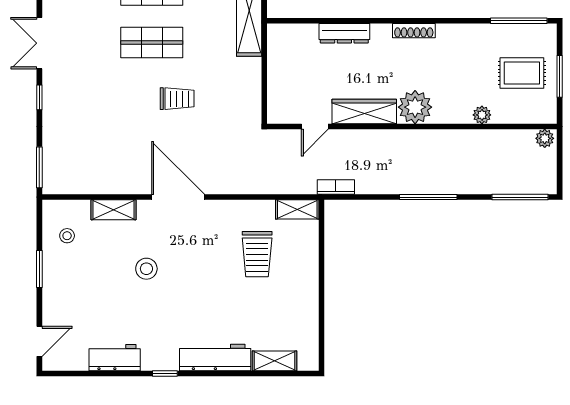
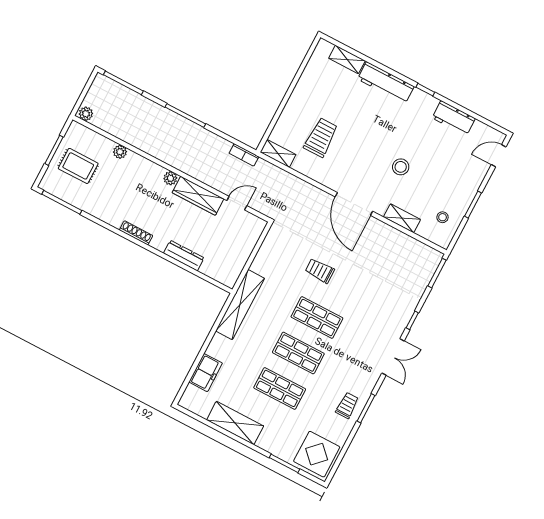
plant: (415, 107) -> (170, 178), width x0.53, depth x0.53

